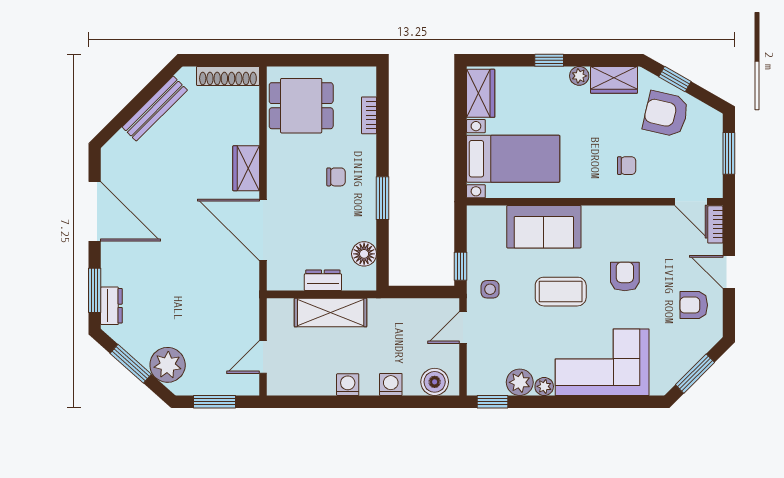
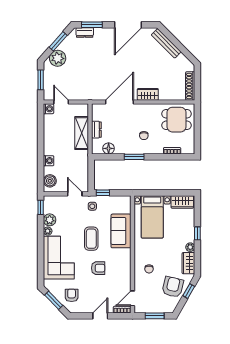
dining table: (301, 106) -> (177, 120), turned 90
bench: (155, 109) -> (166, 43), moved
armchair: (694, 305) -> (72, 295), moved
washing machine: (348, 385) -> (49, 109), moved

